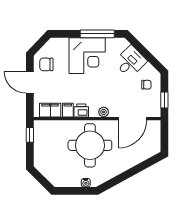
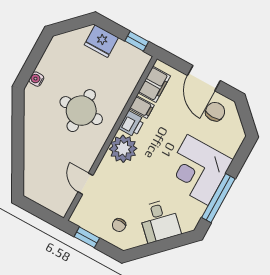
door: (30, 82) -> (204, 78), swing flipped
plant: (104, 112) -> (123, 149), width x1.87, depth x1.87
door: (133, 119) -> (85, 184), width x0.53
round table: (90, 145) -> (81, 111), width x0.73, depth x0.73
fridge: (42, 156) -> (101, 41), added

